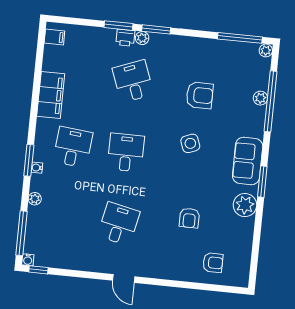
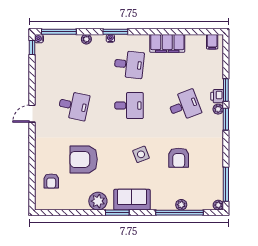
armchair: (189, 218) -> (84, 159), width x1.88, depth x1.88

